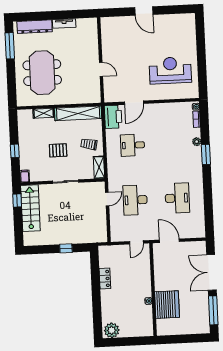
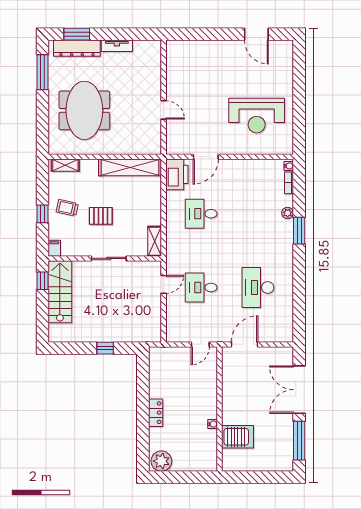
door: (144, 11) -> (256, 34), moved
window: (34, 16) -> (77, 34), added
reception desk: (170, 70) -> (257, 116), turned 180
shelving: (44, 113) -> (65, 165), moved
trolley: (89, 144) -> (67, 208), moved
desk: (177, 198) -> (258, 288), turned 180
desk: (135, 200) -> (201, 288), width x0.73
door: (169, 241) -> (245, 344), hinge flipped
locker: (105, 279) -> (156, 413), moved
server rack: (167, 305) -> (238, 437), width x0.63

